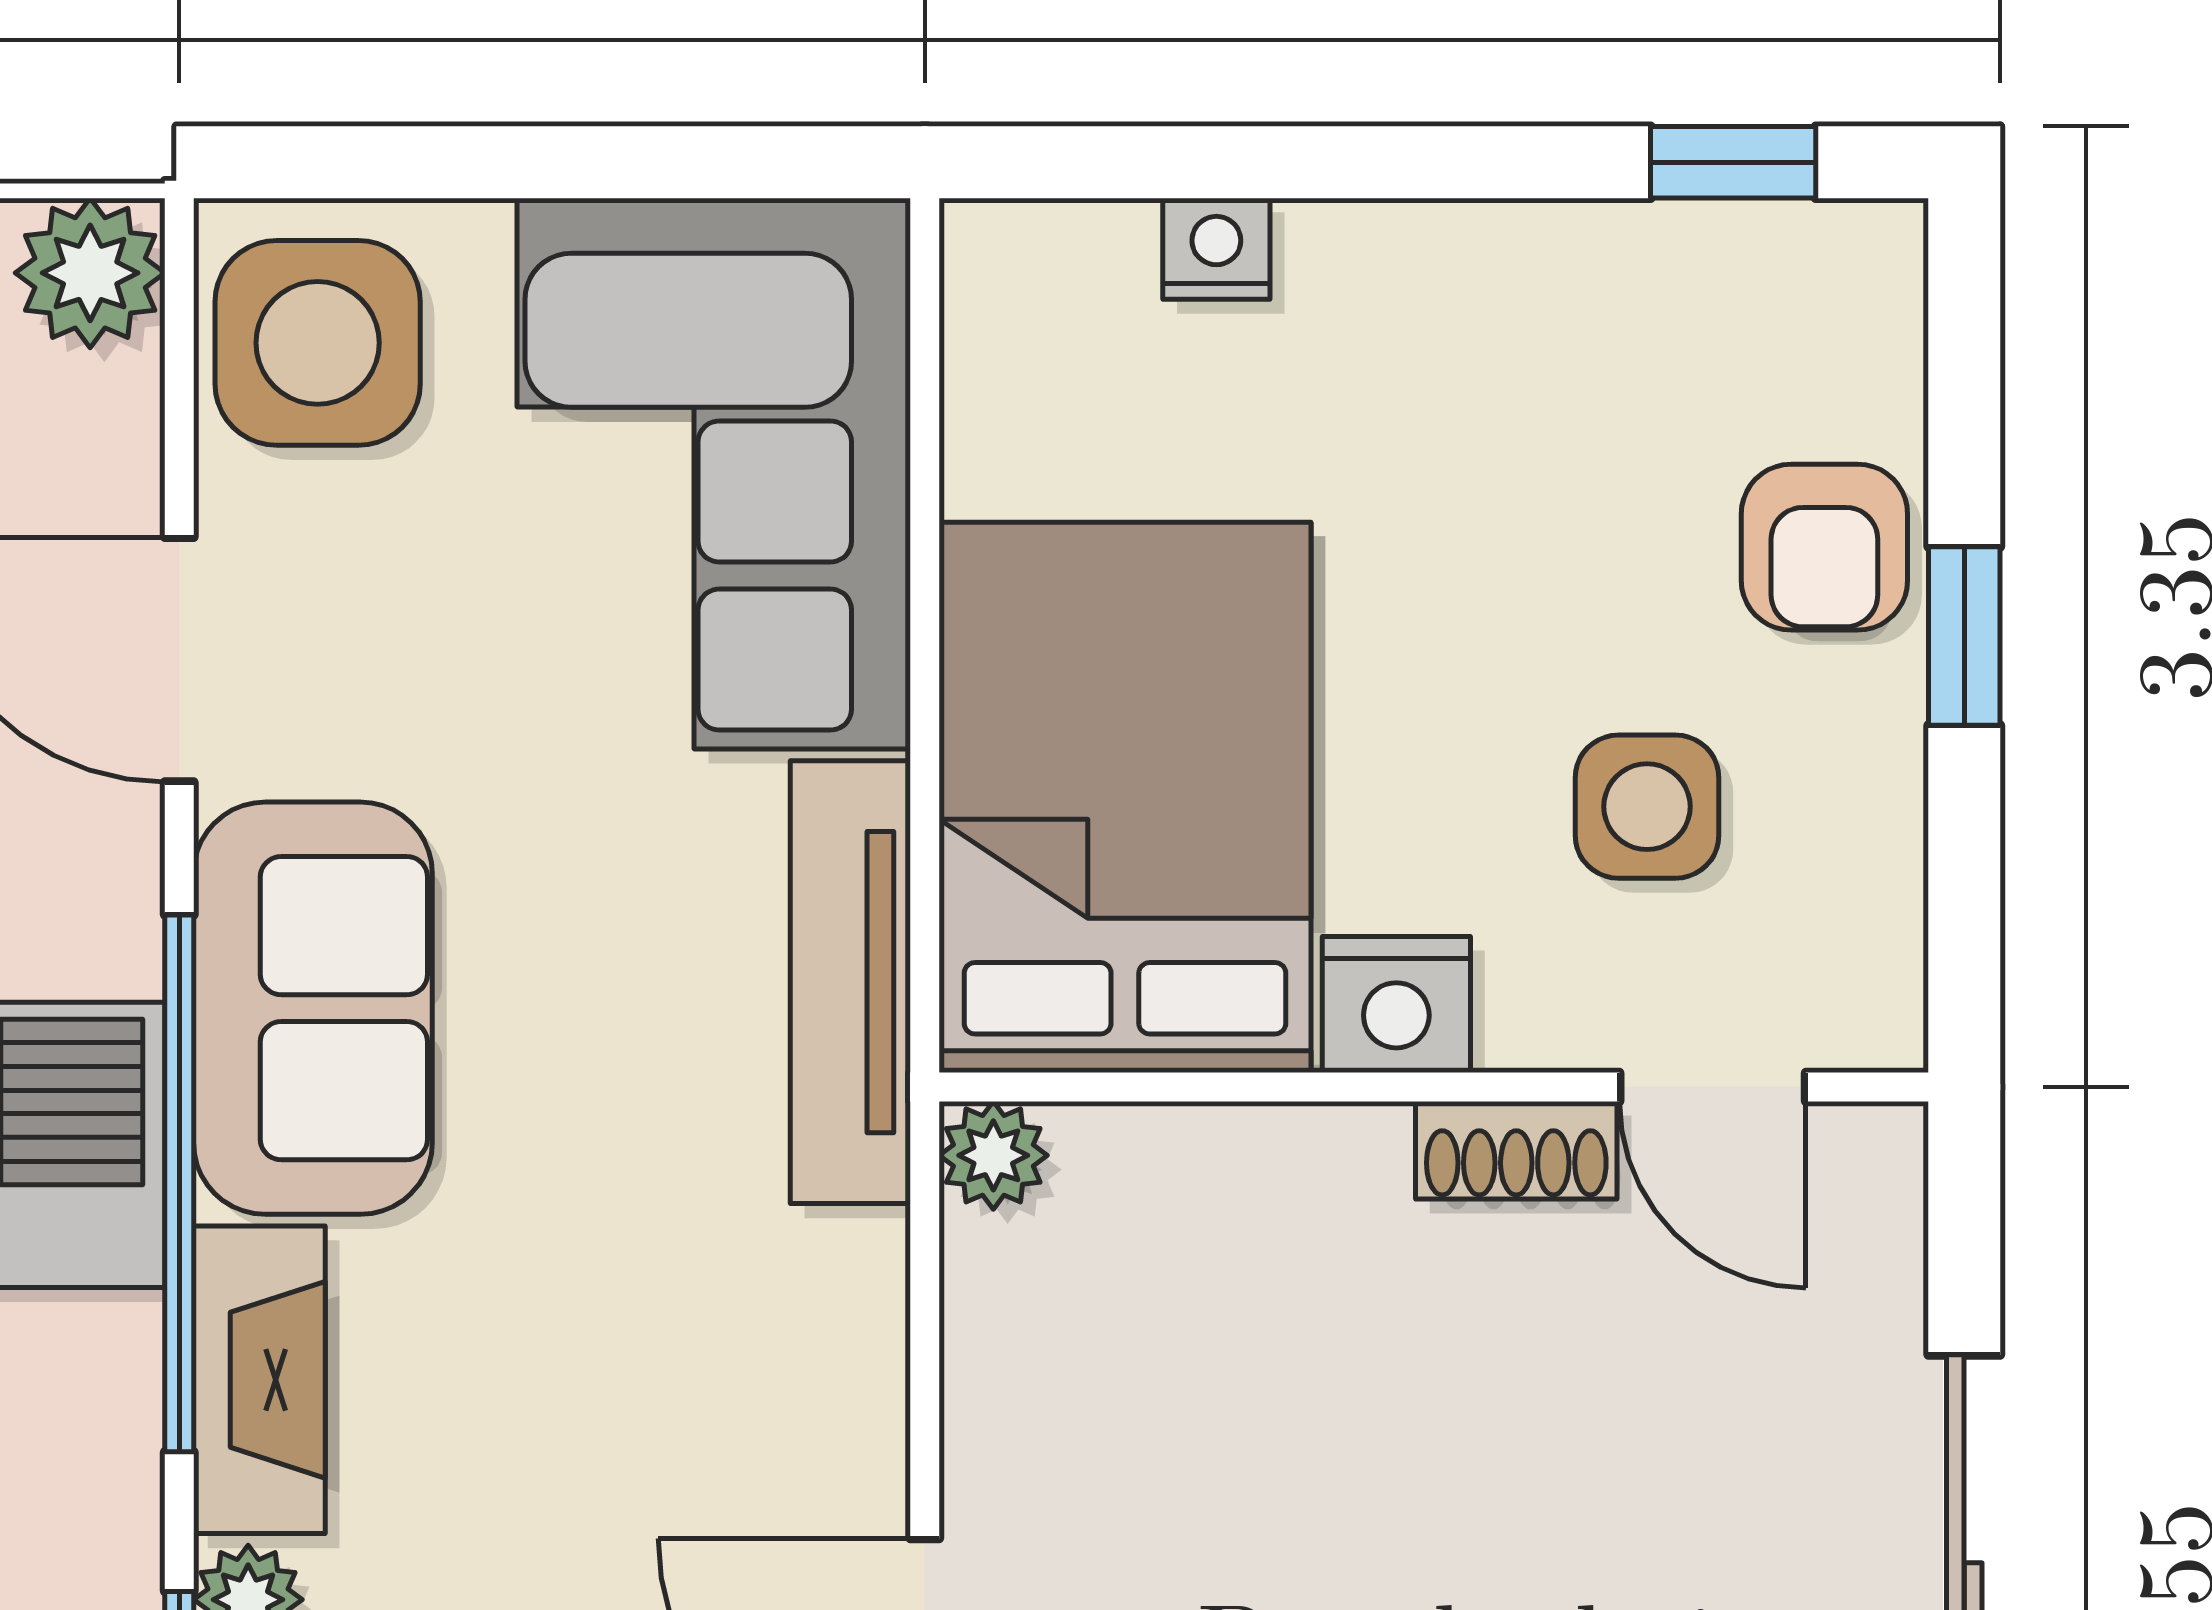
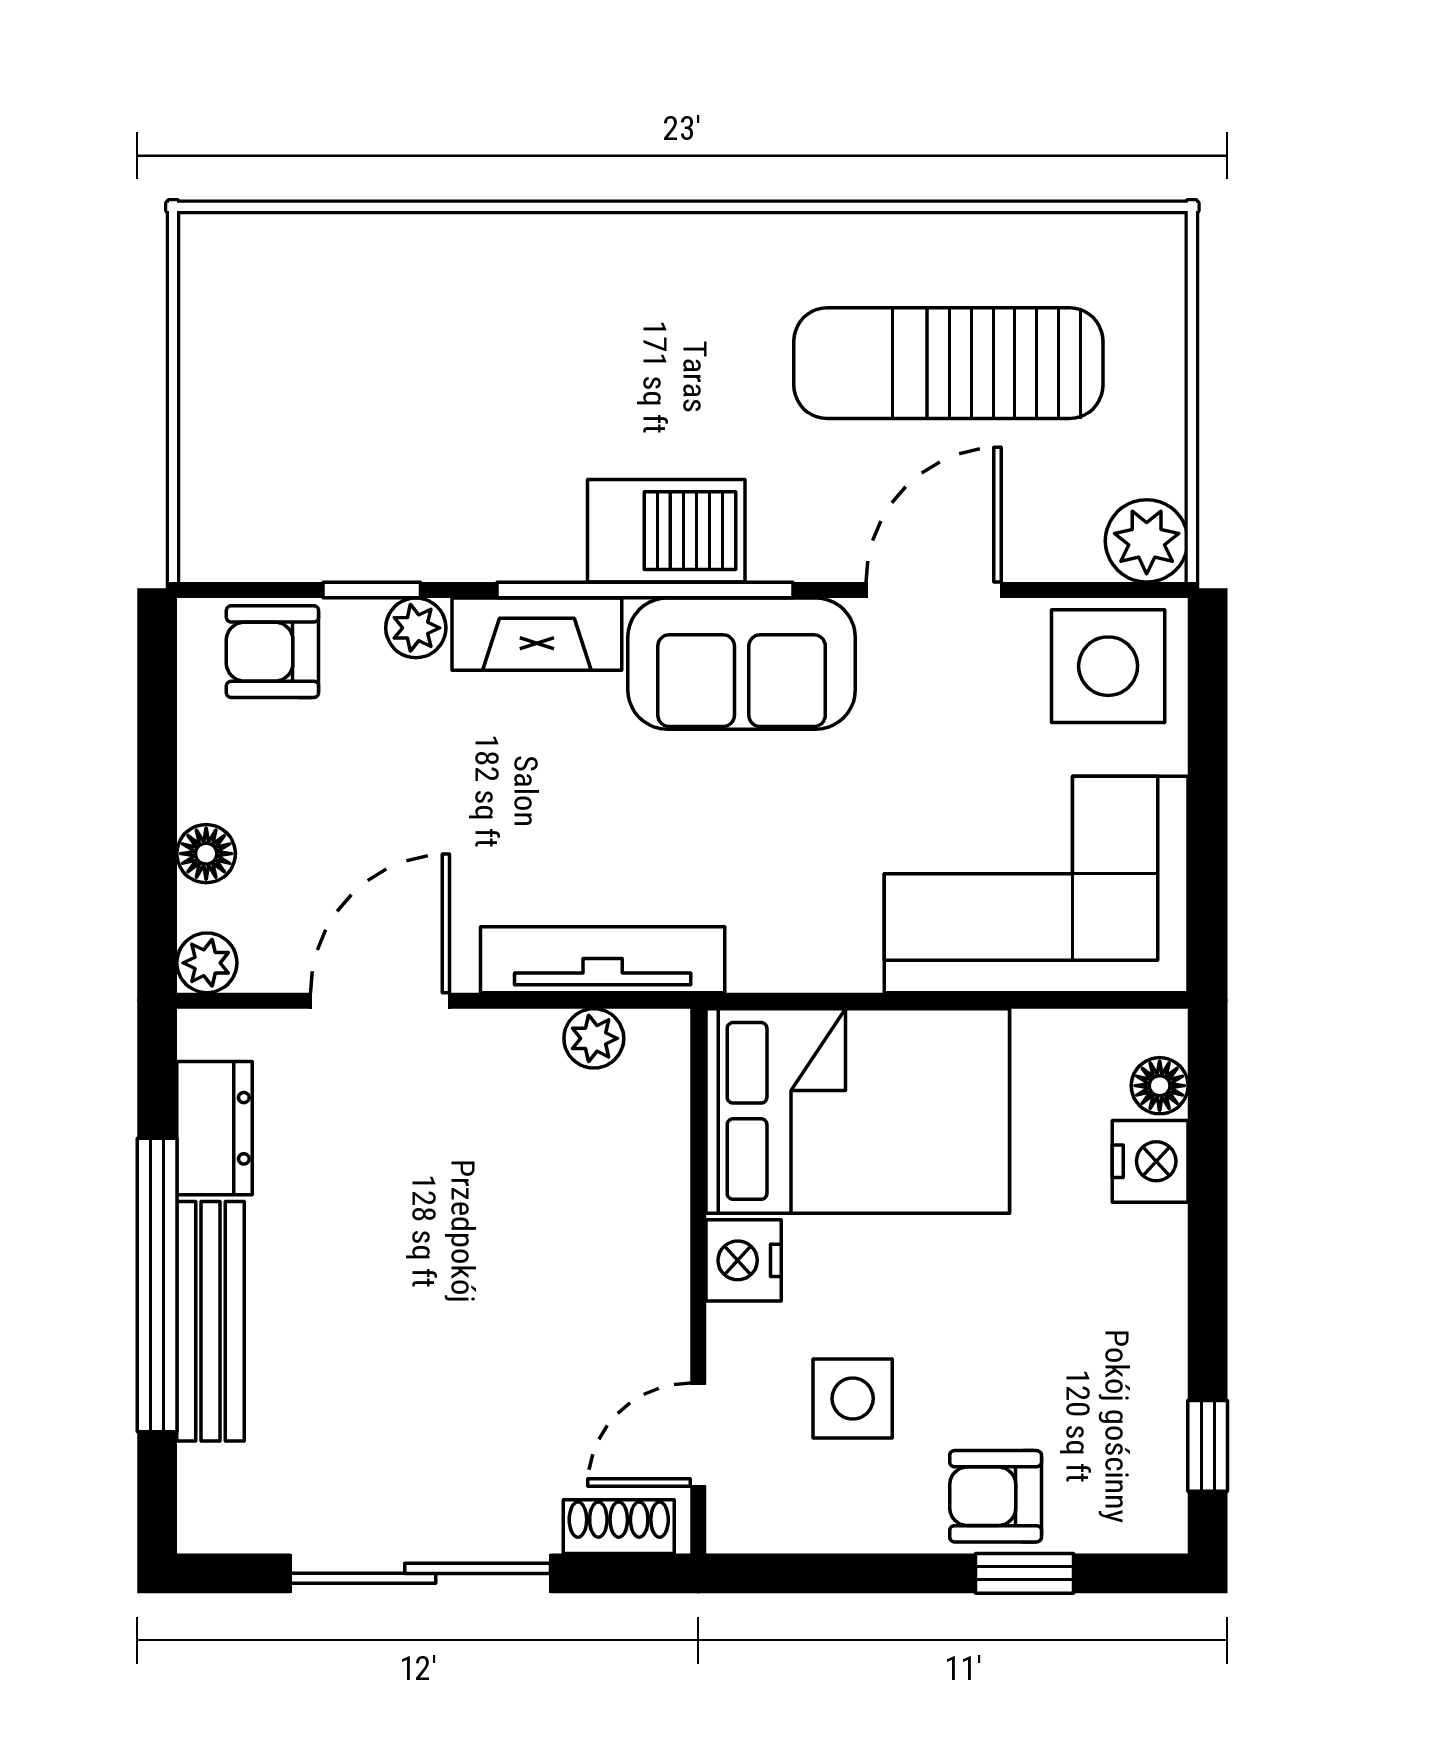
floor lamp: (1079, 249) -> (1160, 1086), added
nightstand: (1216, 249) -> (1150, 1161), width x1.39, depth x1.35
window: (1964, 636) -> (1024, 1573), moved
tv unit: (850, 982) -> (603, 960), moved
shoe rack: (1516, 1150) -> (619, 1527), moved, turned 90
plant: (993, 1155) -> (594, 1038), moved

